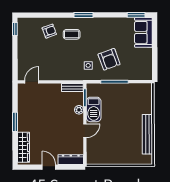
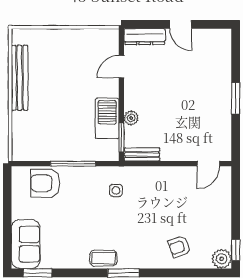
plant: (23, 24) -> (222, 259), added
coffee table: (72, 34) -> (103, 258), moved
armchair: (109, 59) -> (45, 183), moved, turned -70
door: (85, 131) -> (121, 67), moved
wardrobe: (24, 147) -> (222, 57), removed

